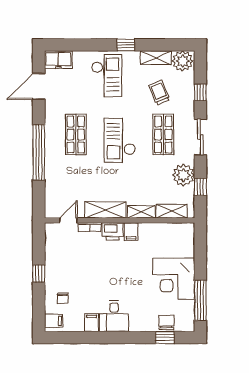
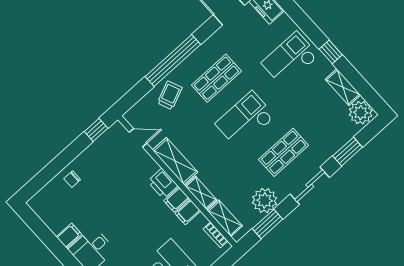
checkout: (107, 76) -> (290, 59), turned 180
window: (200, 92) -> (348, 151), width x1.50
trolley: (159, 93) -> (170, 95), moved
window: (200, 187) -> (267, 224), width x1.50
bookcase: (90, 227) -> (215, 235), moved
window: (39, 274) -> (96, 130), moved
chair: (63, 298) -> (72, 179), moved
filing cabinet: (54, 321) -> (188, 212), moved, turned 90

